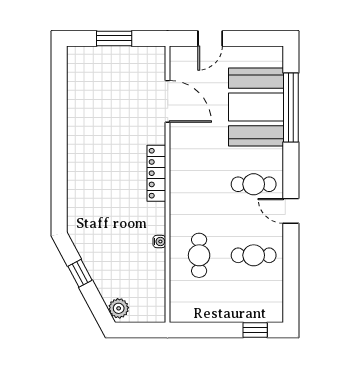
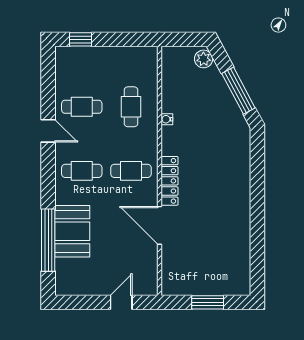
door: (168, 101) -> (159, 225), moved
booth: (256, 107) -> (72, 231), width x0.73, depth x0.70
cafe table: (199, 184) -> (131, 171), added
door: (291, 211) -> (48, 131), moved
window: (80, 273) -> (238, 91), width x2.17

